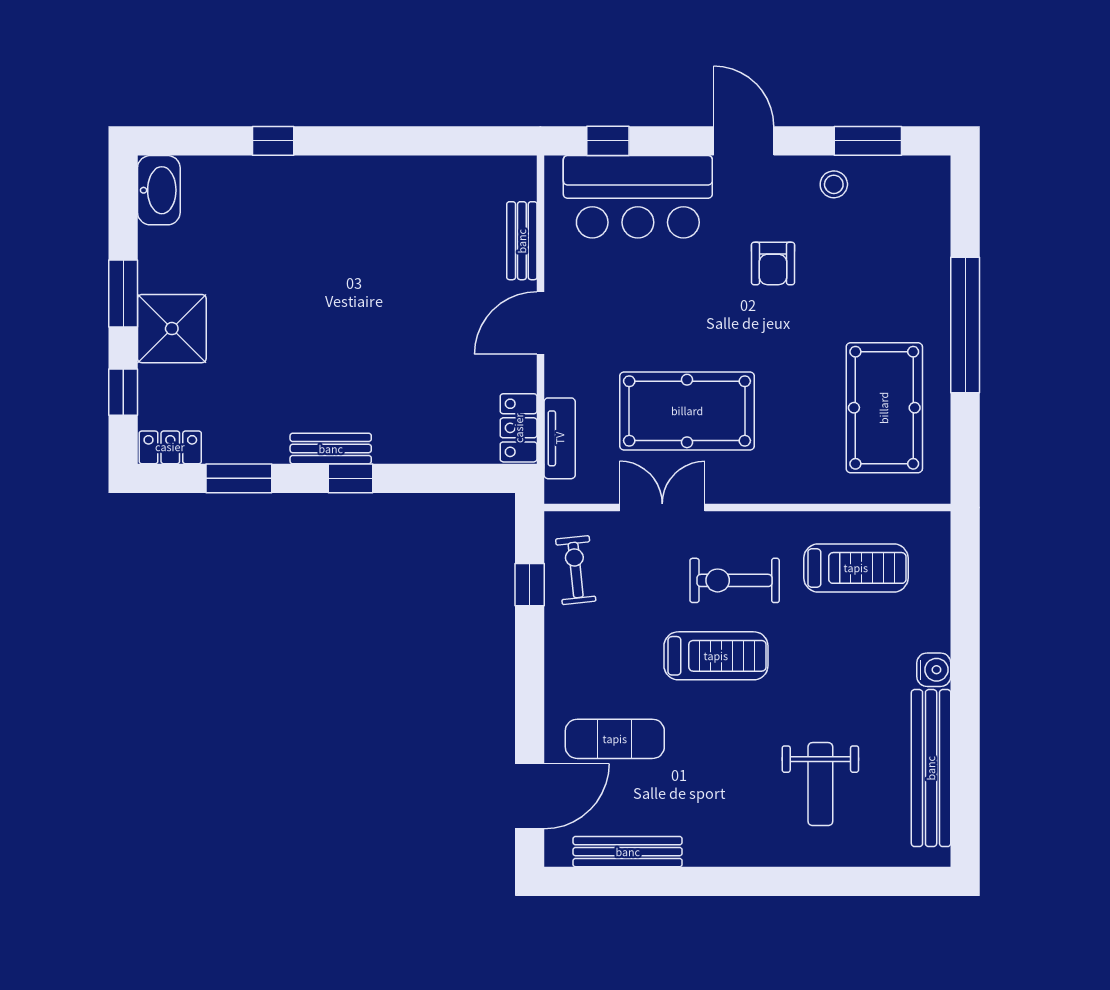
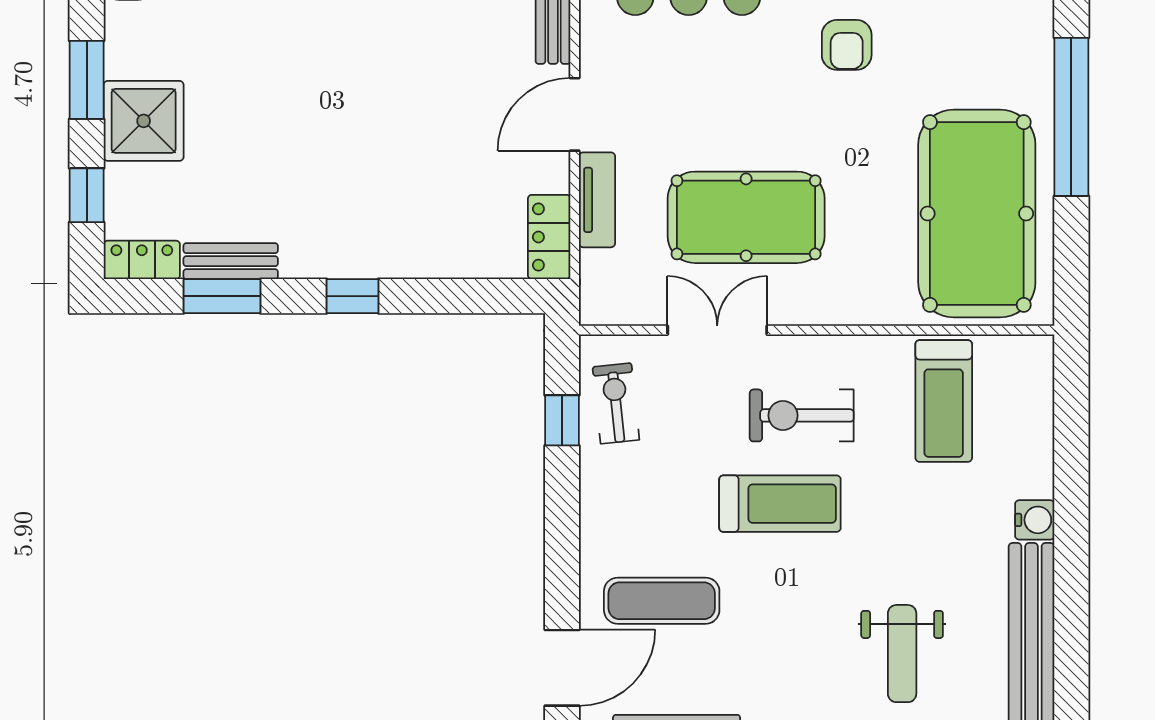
pool table: (884, 408) -> (977, 214), width x1.36, depth x1.32
tv unit: (560, 438) -> (597, 200), moved
bench: (331, 449) -> (231, 261), moved
treadmill: (856, 568) -> (944, 401), turned 90

